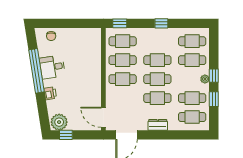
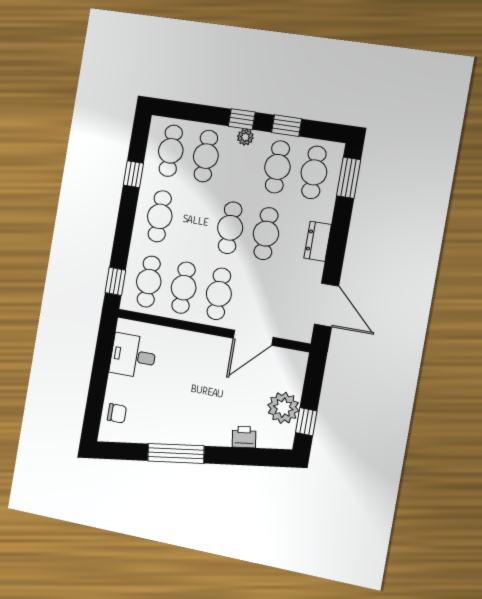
window: (161, 23) -> (133, 174), moved
cafe table: (157, 60) -> (160, 216), moved
desk: (52, 67) -> (133, 356), moved, turned 99
window: (37, 71) -> (176, 453), width x0.68
printer: (50, 93) -> (244, 437), moved
door: (103, 117) -> (253, 338), moved
plant: (59, 122) -> (283, 408), moved
window: (192, 135) -> (349, 178), added

